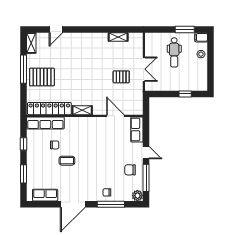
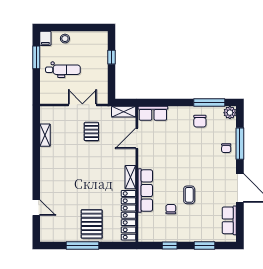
shelving: (31, 43) -> (124, 112), moved
row of seats: (45, 123) -> (145, 191), moved
door: (146, 153) -> (180, 103), removed

